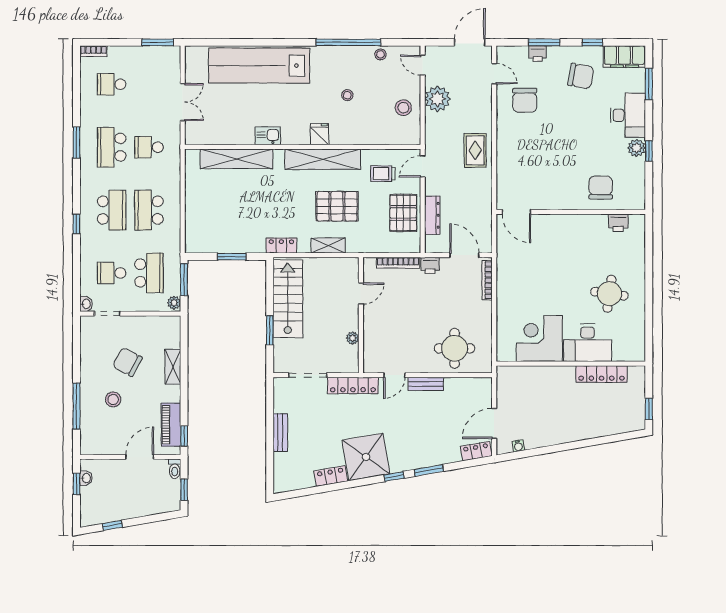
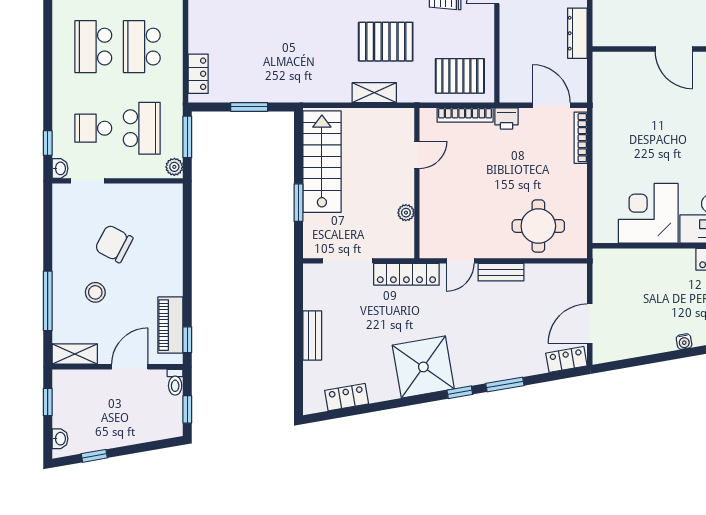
school desk: (112, 210) -> (93, 47), turned 180
door: (516, 212) -> (674, 49), moved
pallet: (403, 213) -> (460, 76), moved, turned 90
dresser: (432, 215) -> (577, 33), moved, turned 180
window: (76, 224) -> (48, 143), moved
locker: (281, 246) -> (198, 74), moved, turned 90
shelving: (173, 367) -> (75, 354), moved, turned 90
water cooler: (518, 446) -> (684, 342), moved
locker: (331, 476) -> (347, 397), moved
washbasin: (86, 478) -> (60, 439), moved

